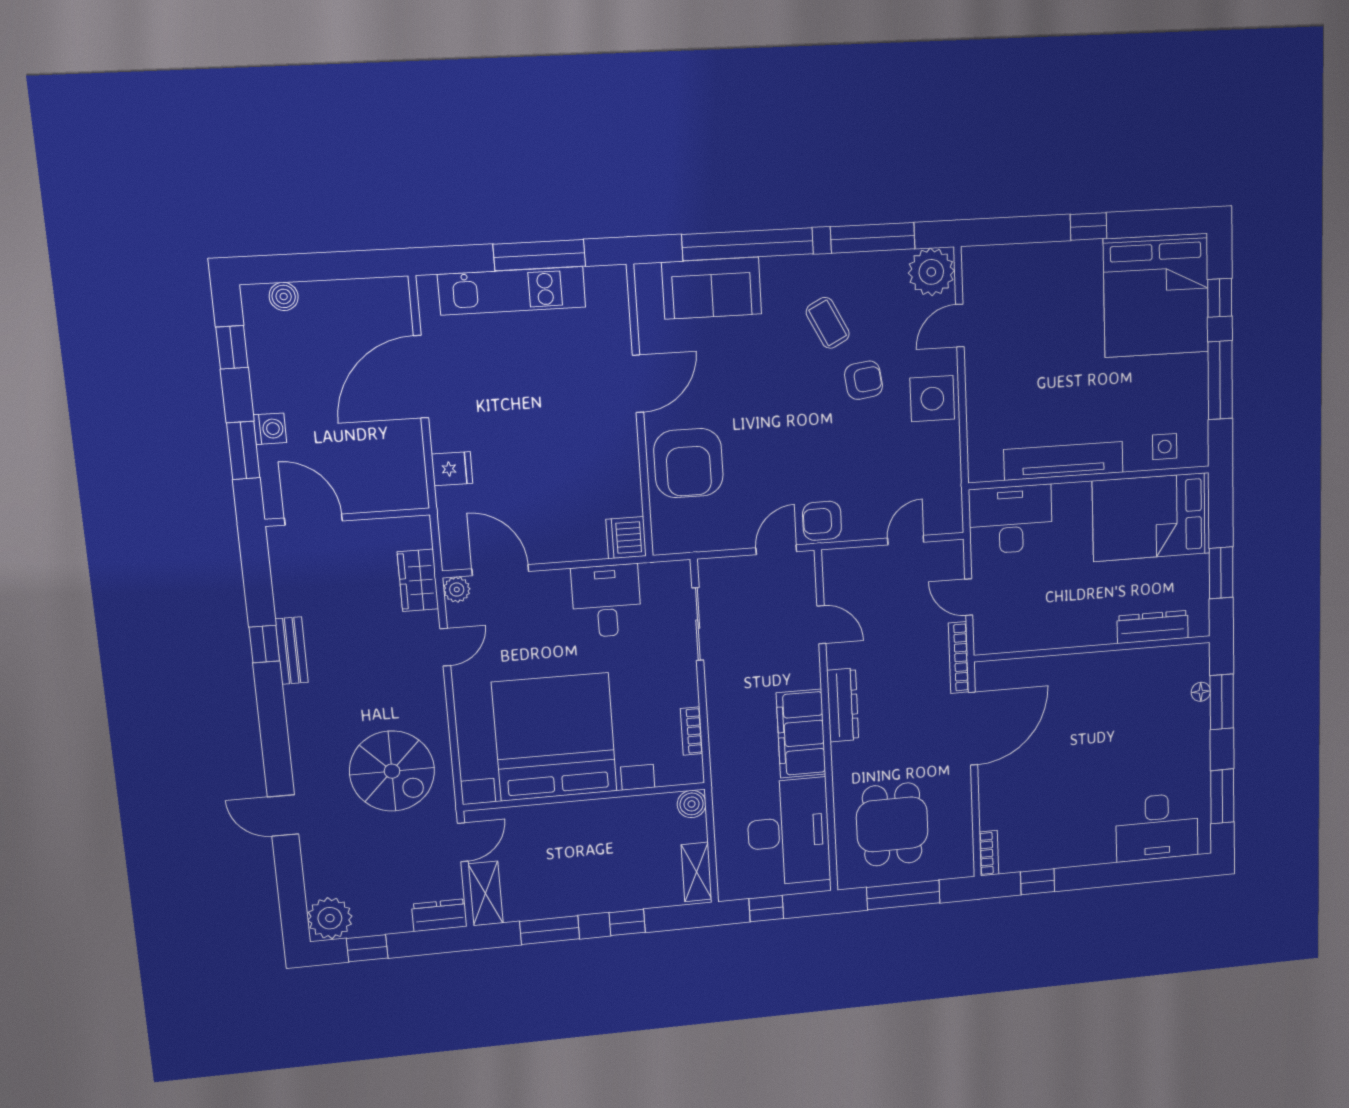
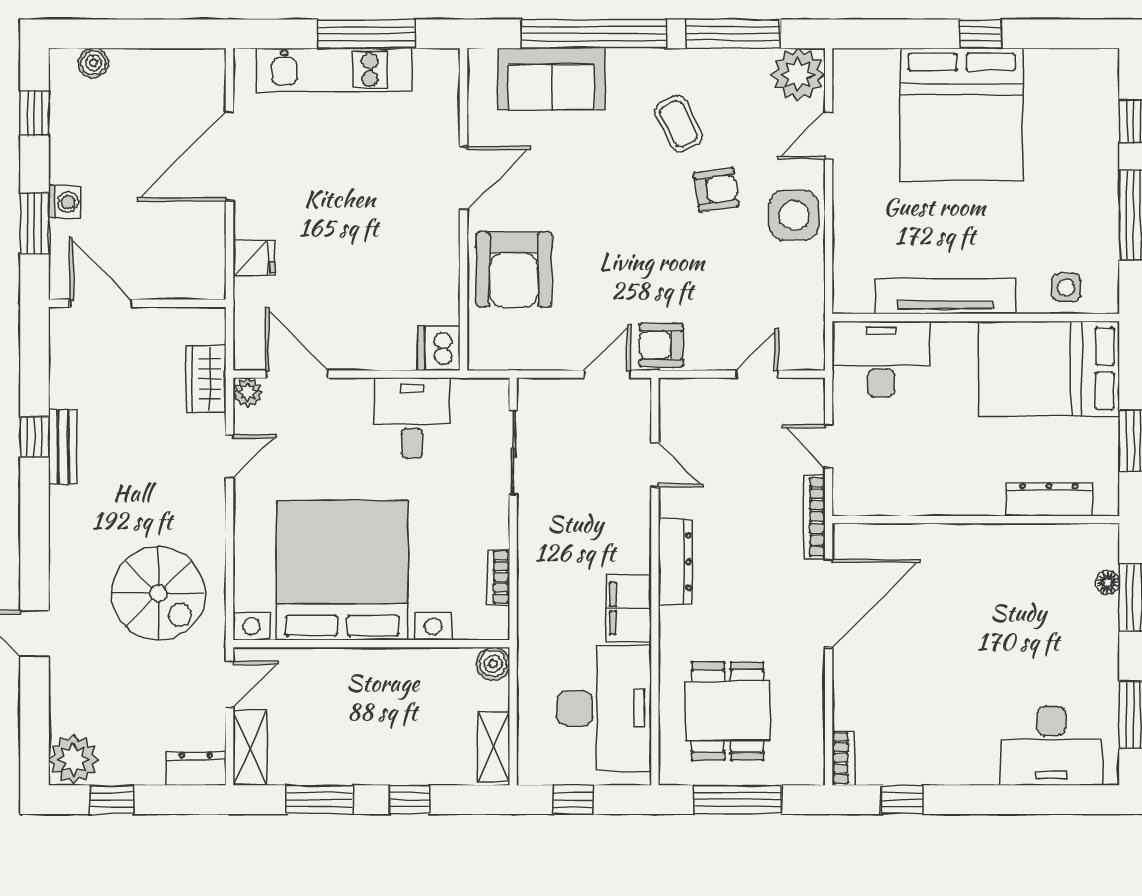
bed: (1156, 296) -> (962, 115), moved
filing cabinet: (801, 734) -> (629, 608), width x0.67, depth x0.86

